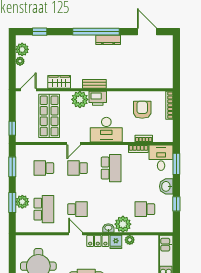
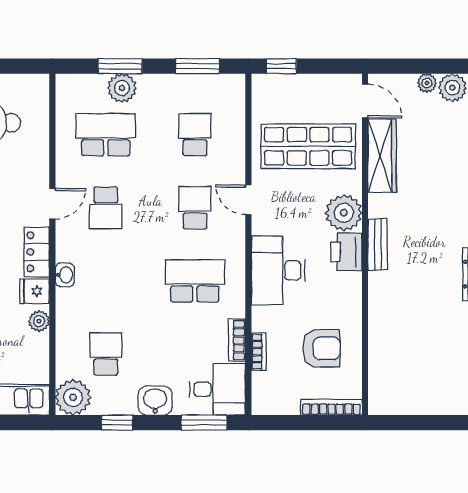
wardrobe: (59, 82) -> (382, 156), width x1.50
school desk: (111, 168) -> (195, 281), turned 180
school desk: (44, 209) -> (106, 135), turned 180
plant: (123, 224) -> (73, 397), moved

